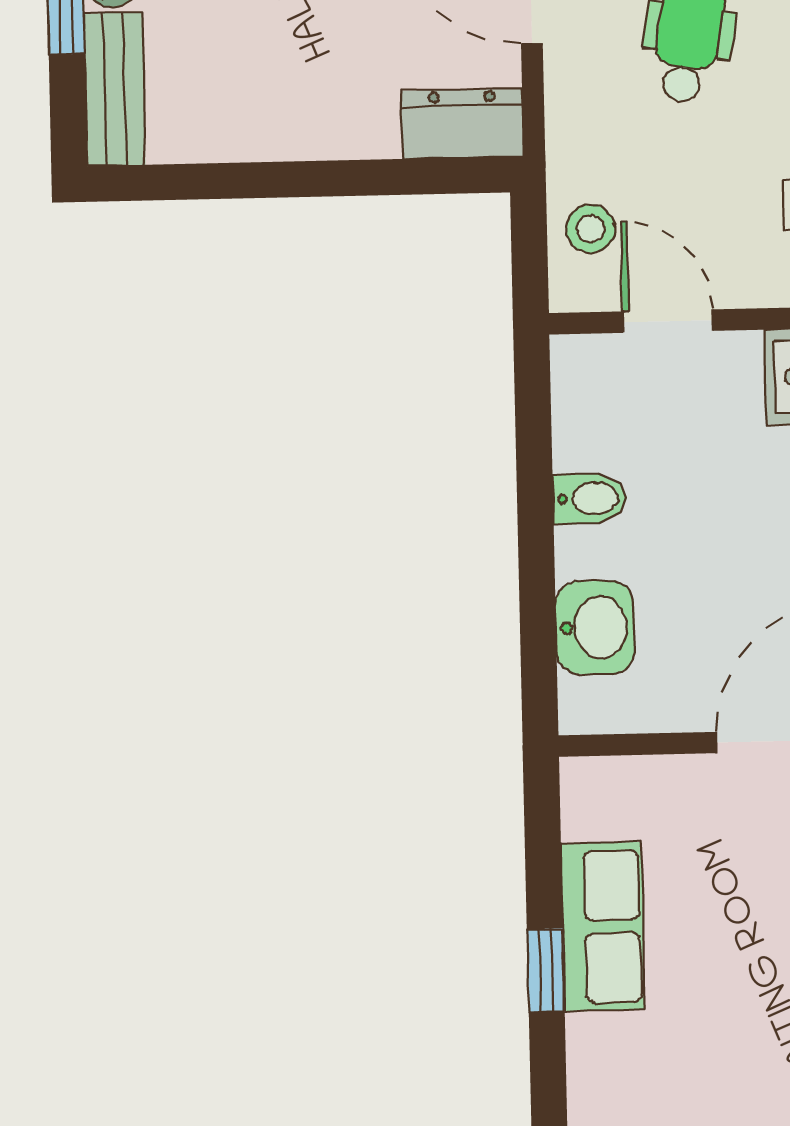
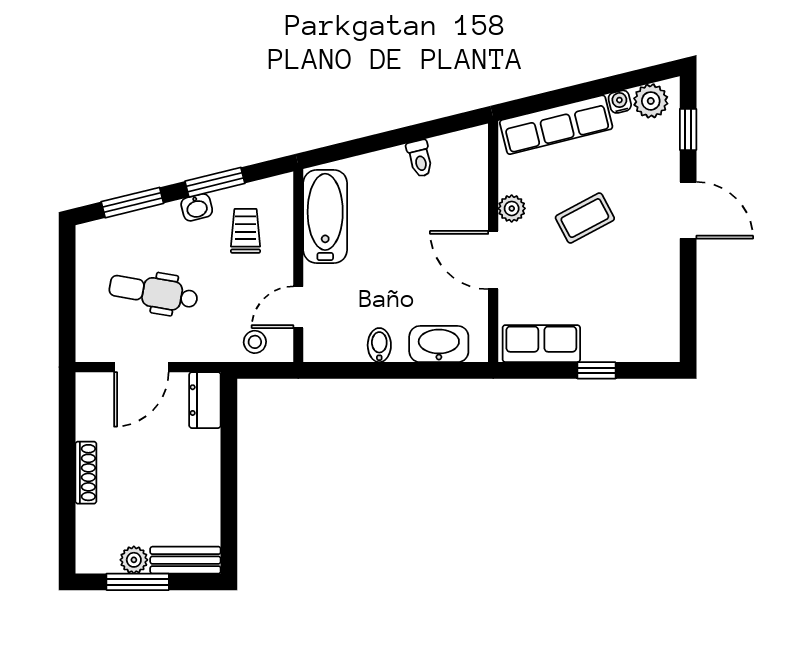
washbasin: (595, 627) -> (439, 344), width x1.38
row of seats: (603, 927) -> (541, 344), moved

